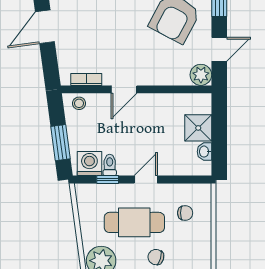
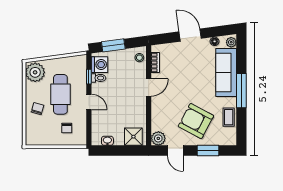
door: (124, 89) -> (149, 88), swing flipped
shower: (198, 128) -> (133, 137), moved

